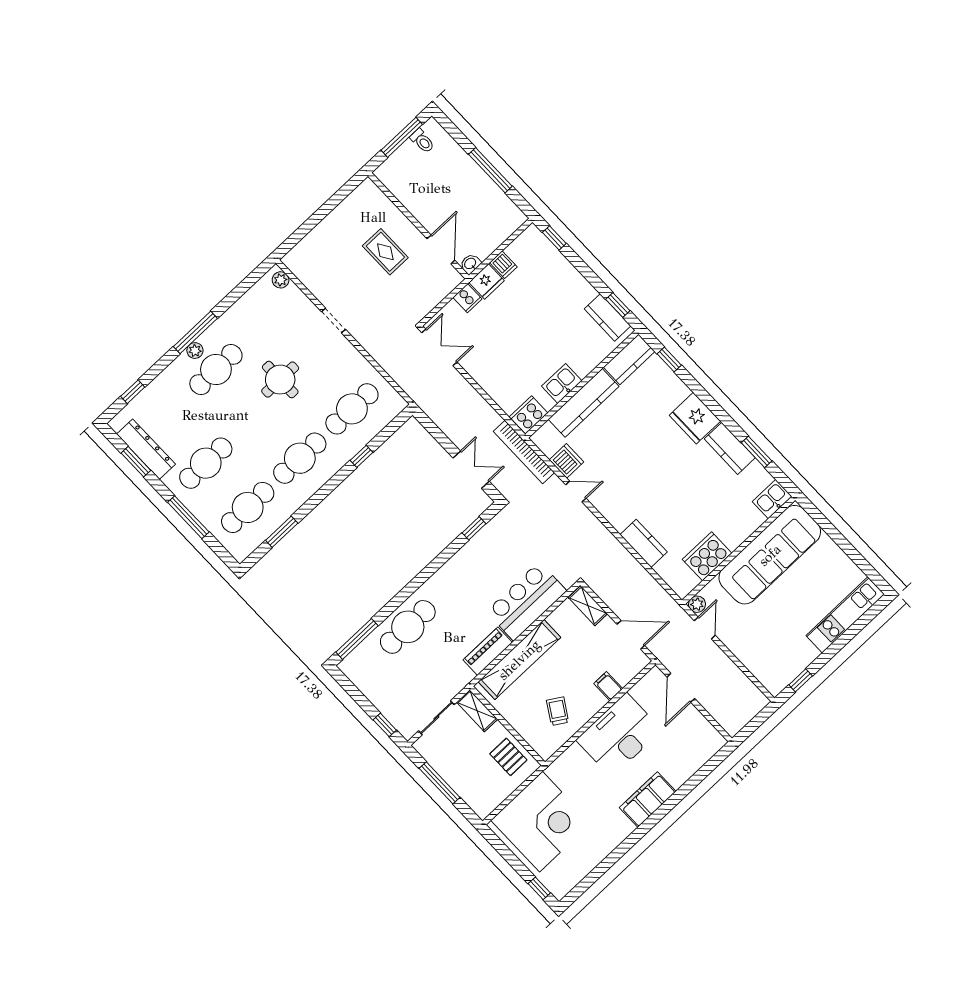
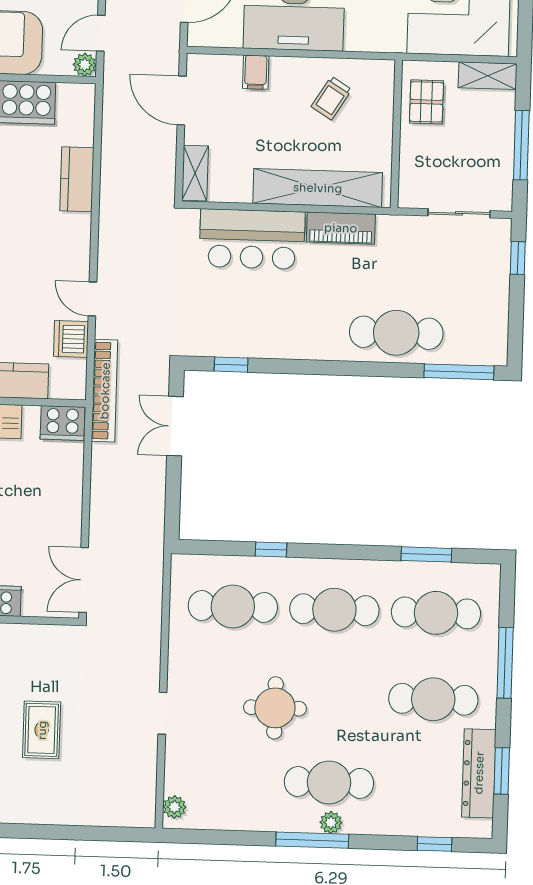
shelving: (477, 711) -> (488, 76), moved, turned 90

